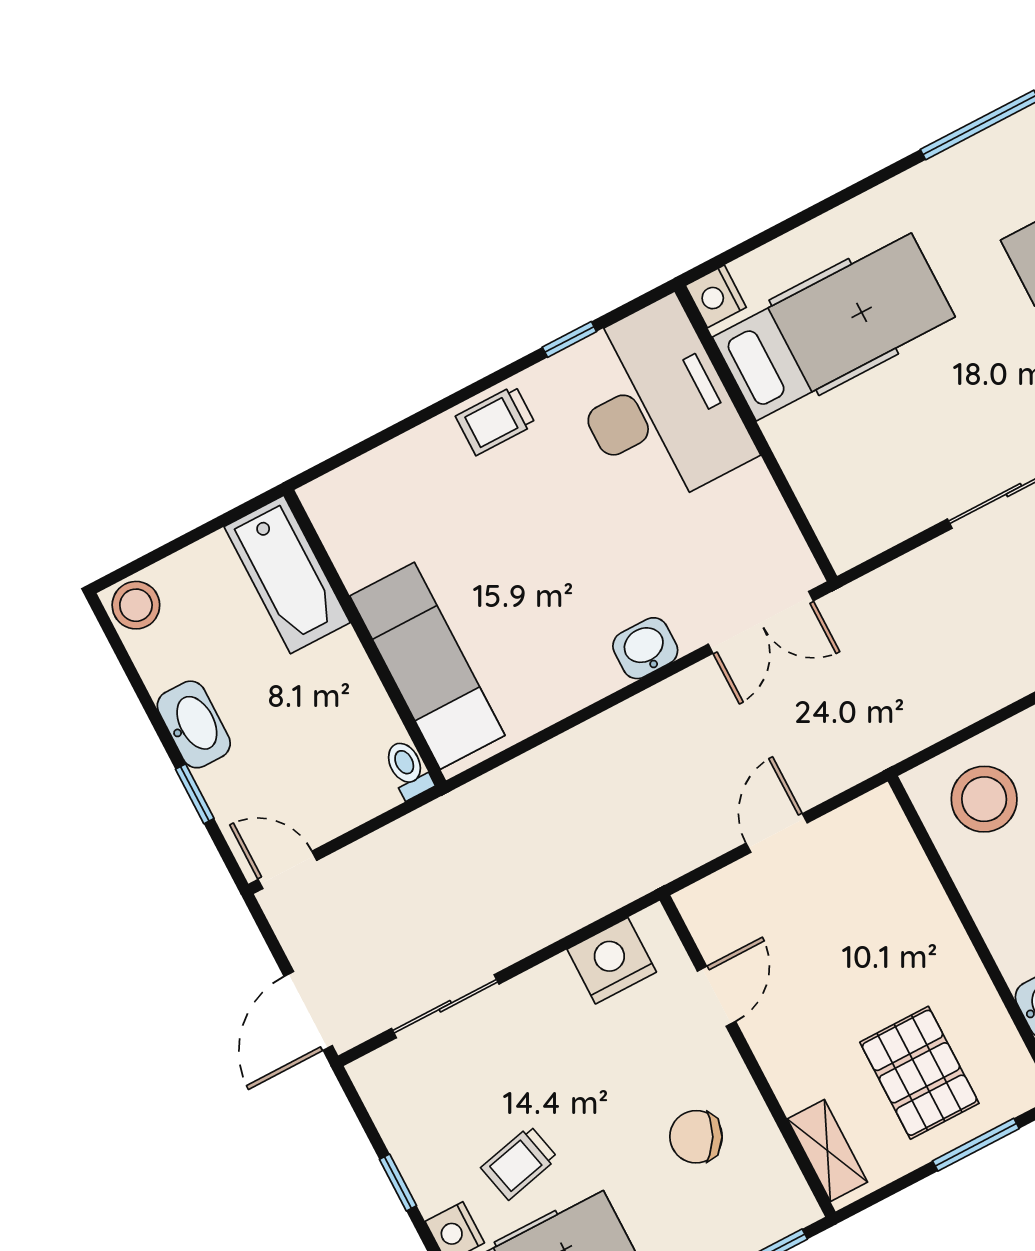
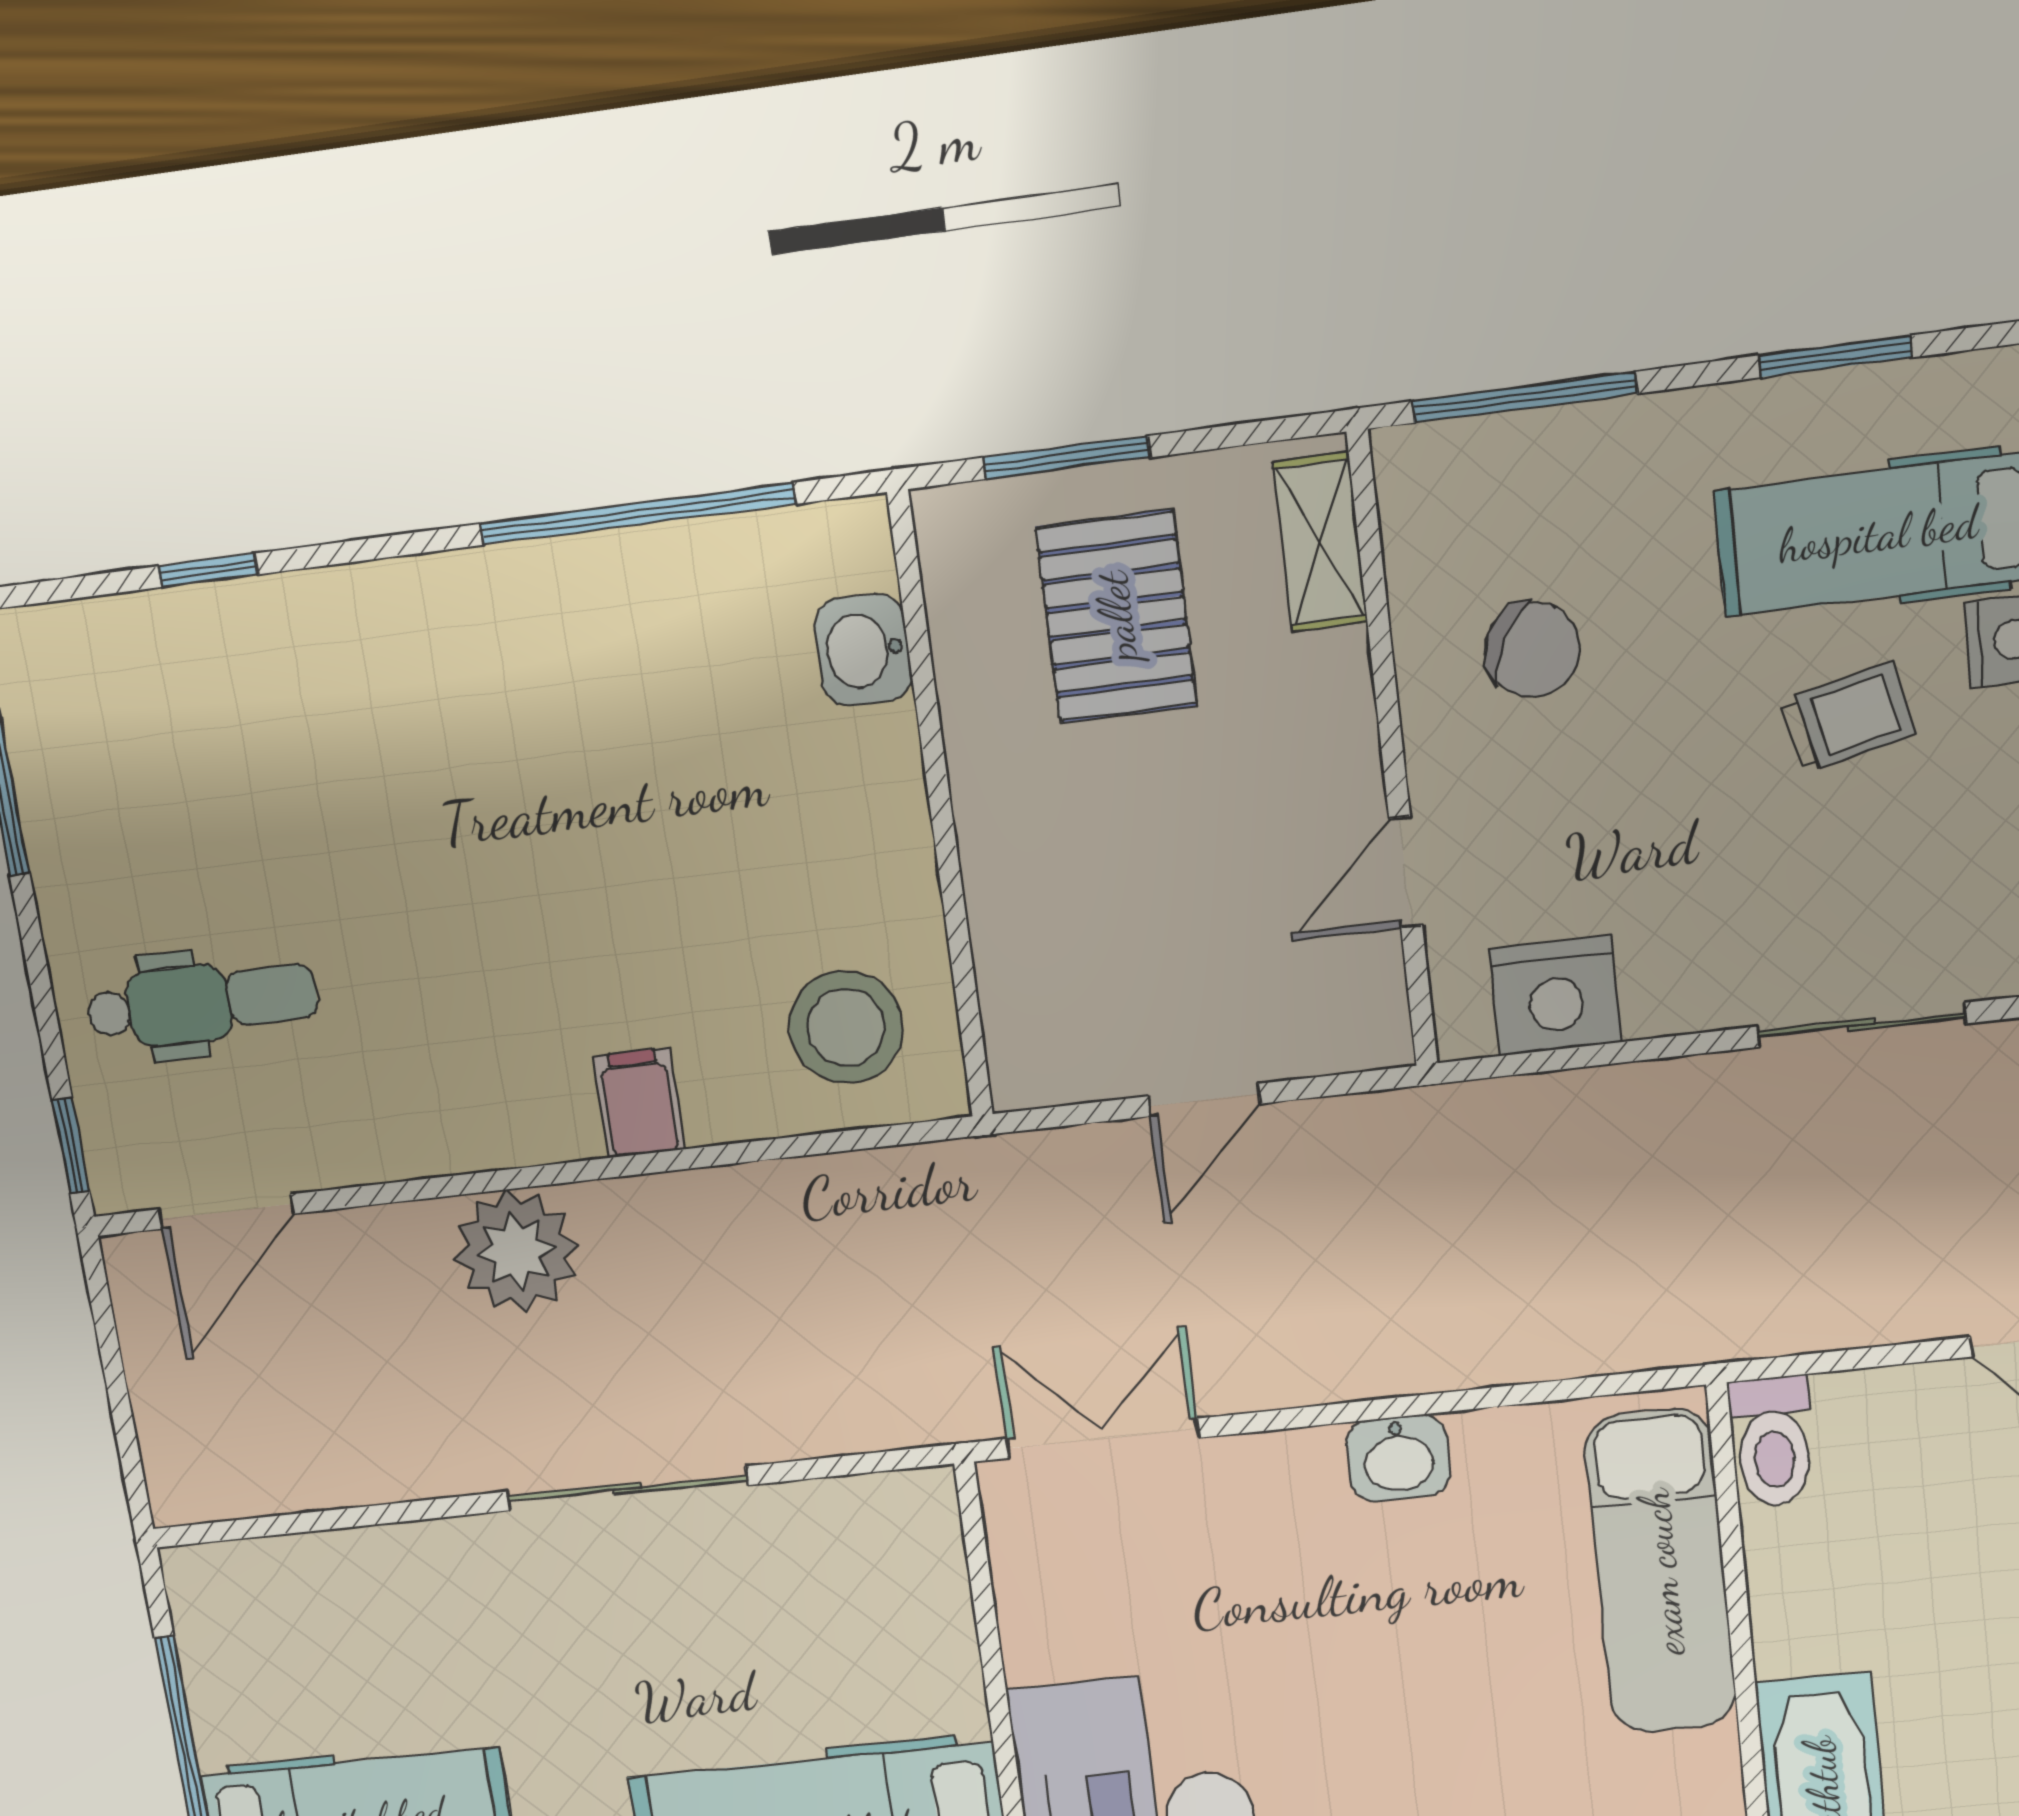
washbasin: (645, 648) -> (1398, 1458), moved
toilet: (408, 769) -> (1773, 1442), width x1.37, depth x1.39

